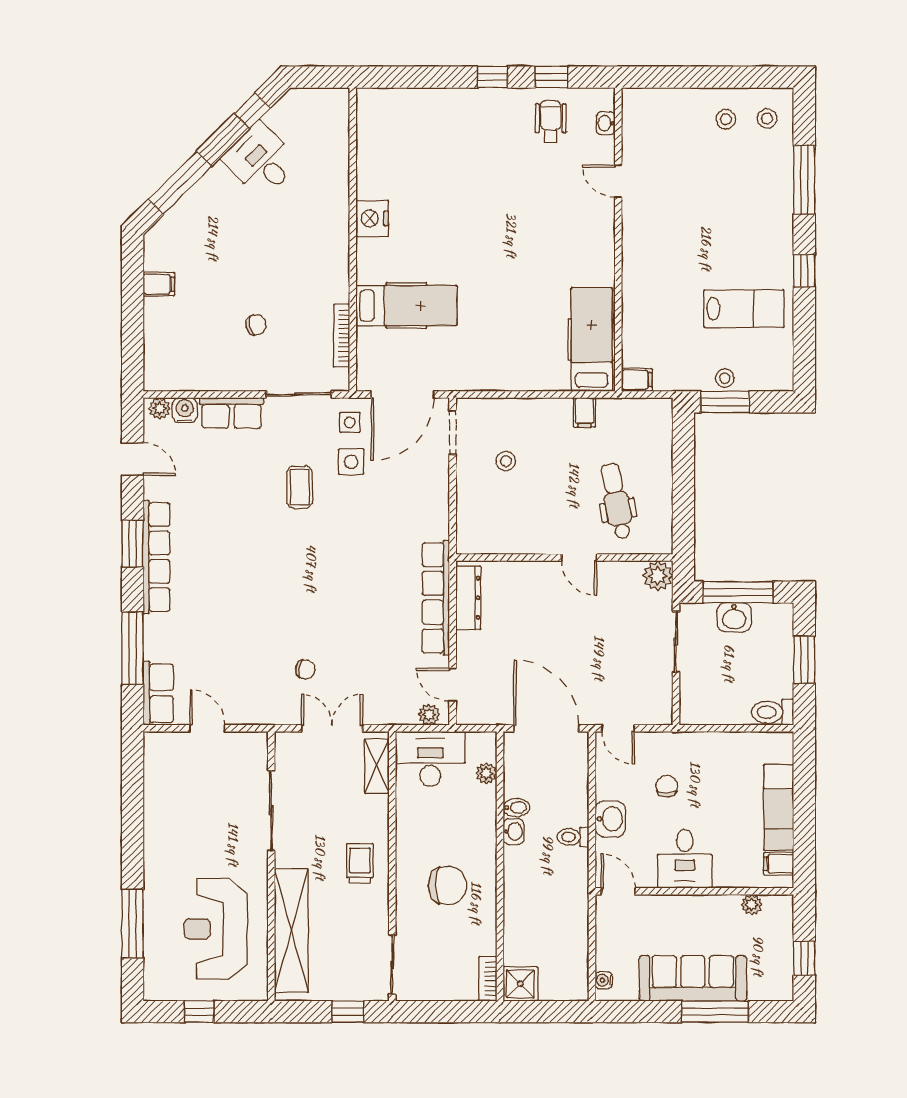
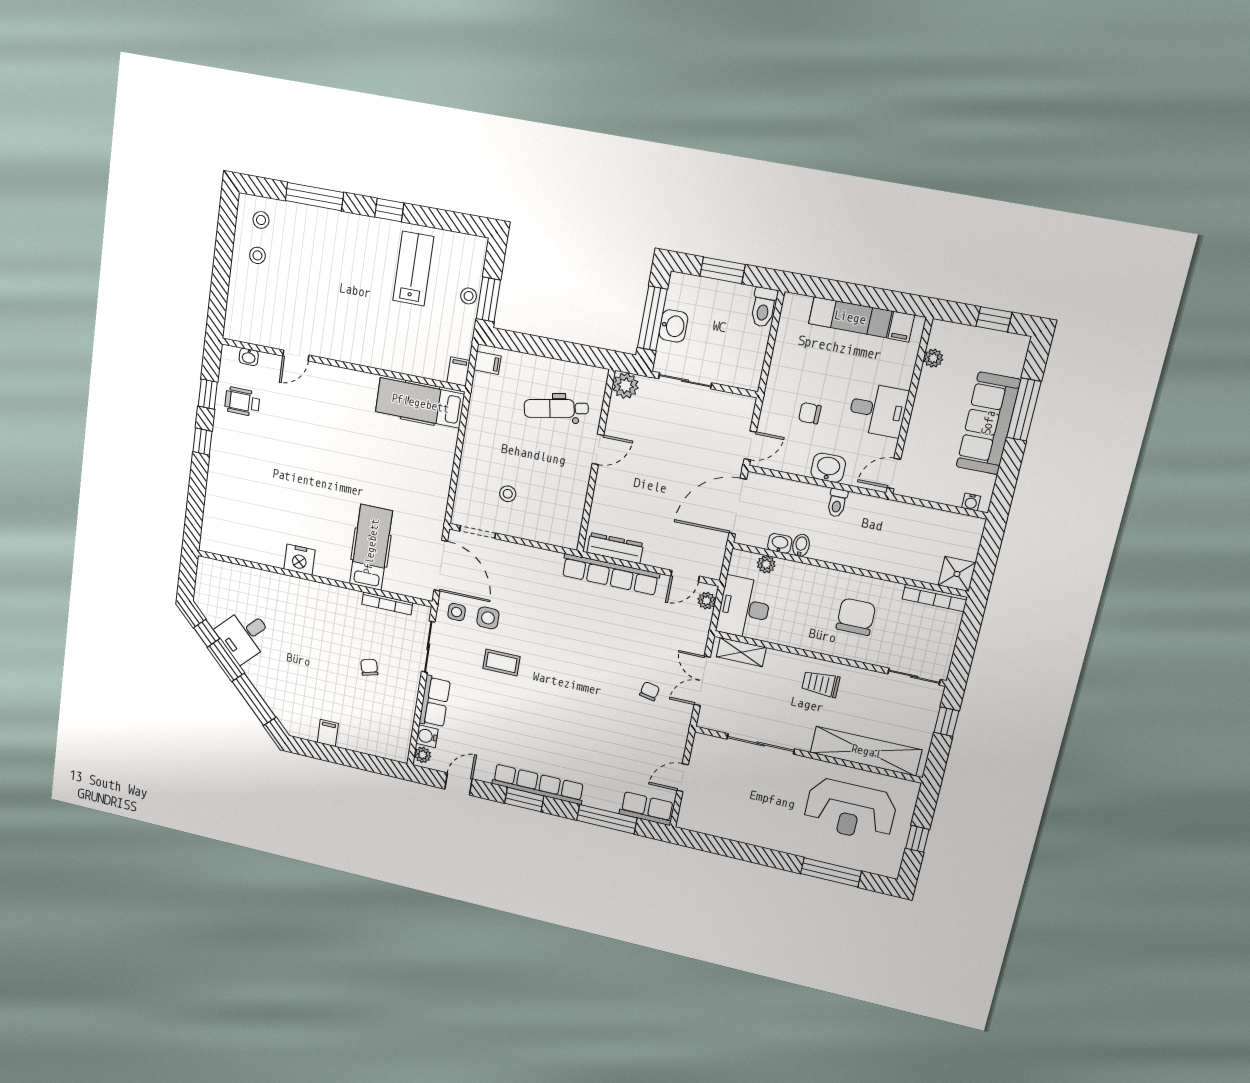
filing cabinet: (584, 412) -> (487, 363), moved
washbasin: (514, 832) -> (780, 543), moved
bookcase: (488, 979) -> (935, 598), width x1.56

